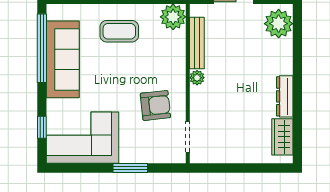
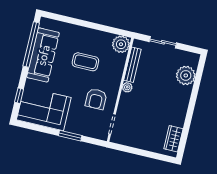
plant: (279, 24) -> (186, 75), moved
coffee table: (119, 31) -> (85, 62), moved
dresser: (285, 96) -> (181, 113), removed
armchair: (155, 105) -> (96, 99), turned 96

